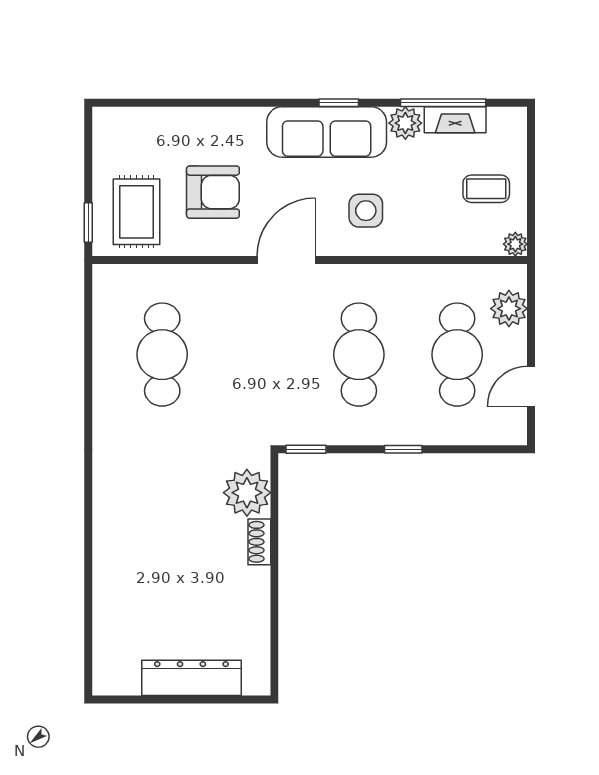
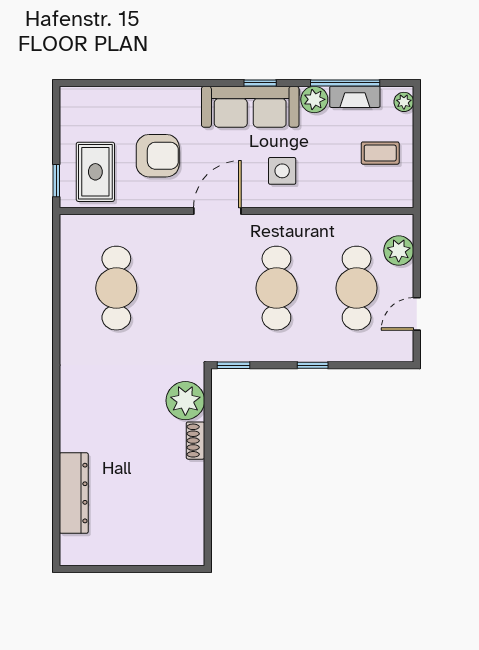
plant: (515, 244) -> (404, 102), moved
dresser: (191, 678) -> (74, 493), moved, turned 90

